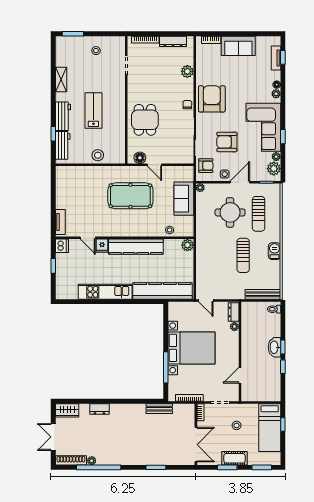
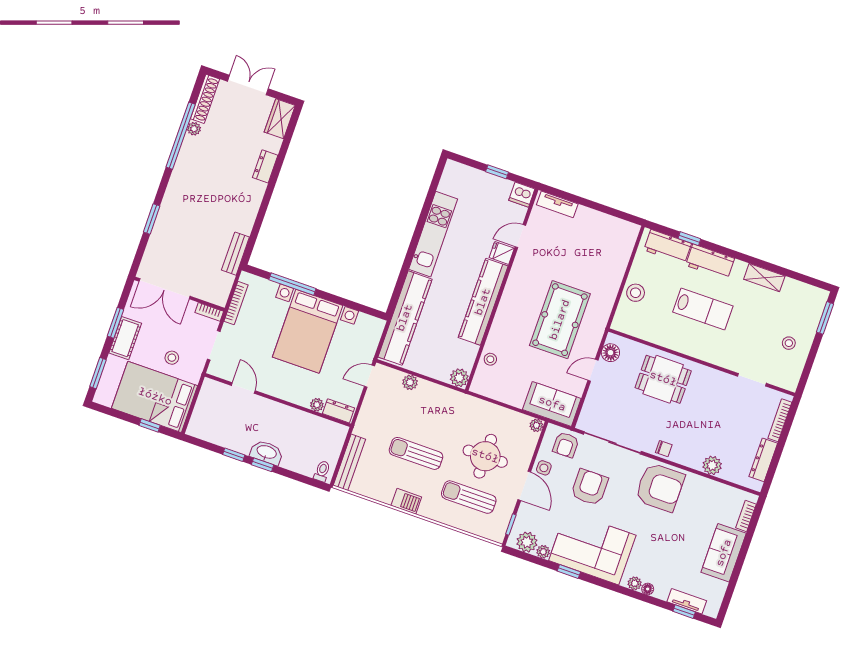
sofa: (184, 199) -> (552, 404), moved
plant: (201, 274) -> (410, 382), added
bed: (270, 428) -> (155, 397), width x1.50

